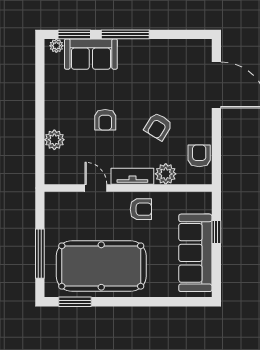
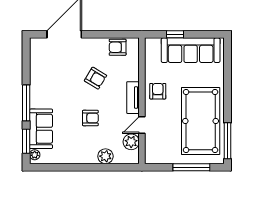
plant: (166, 174) -> (131, 142), moved
window: (75, 302) -> (227, 141), width x1.44

